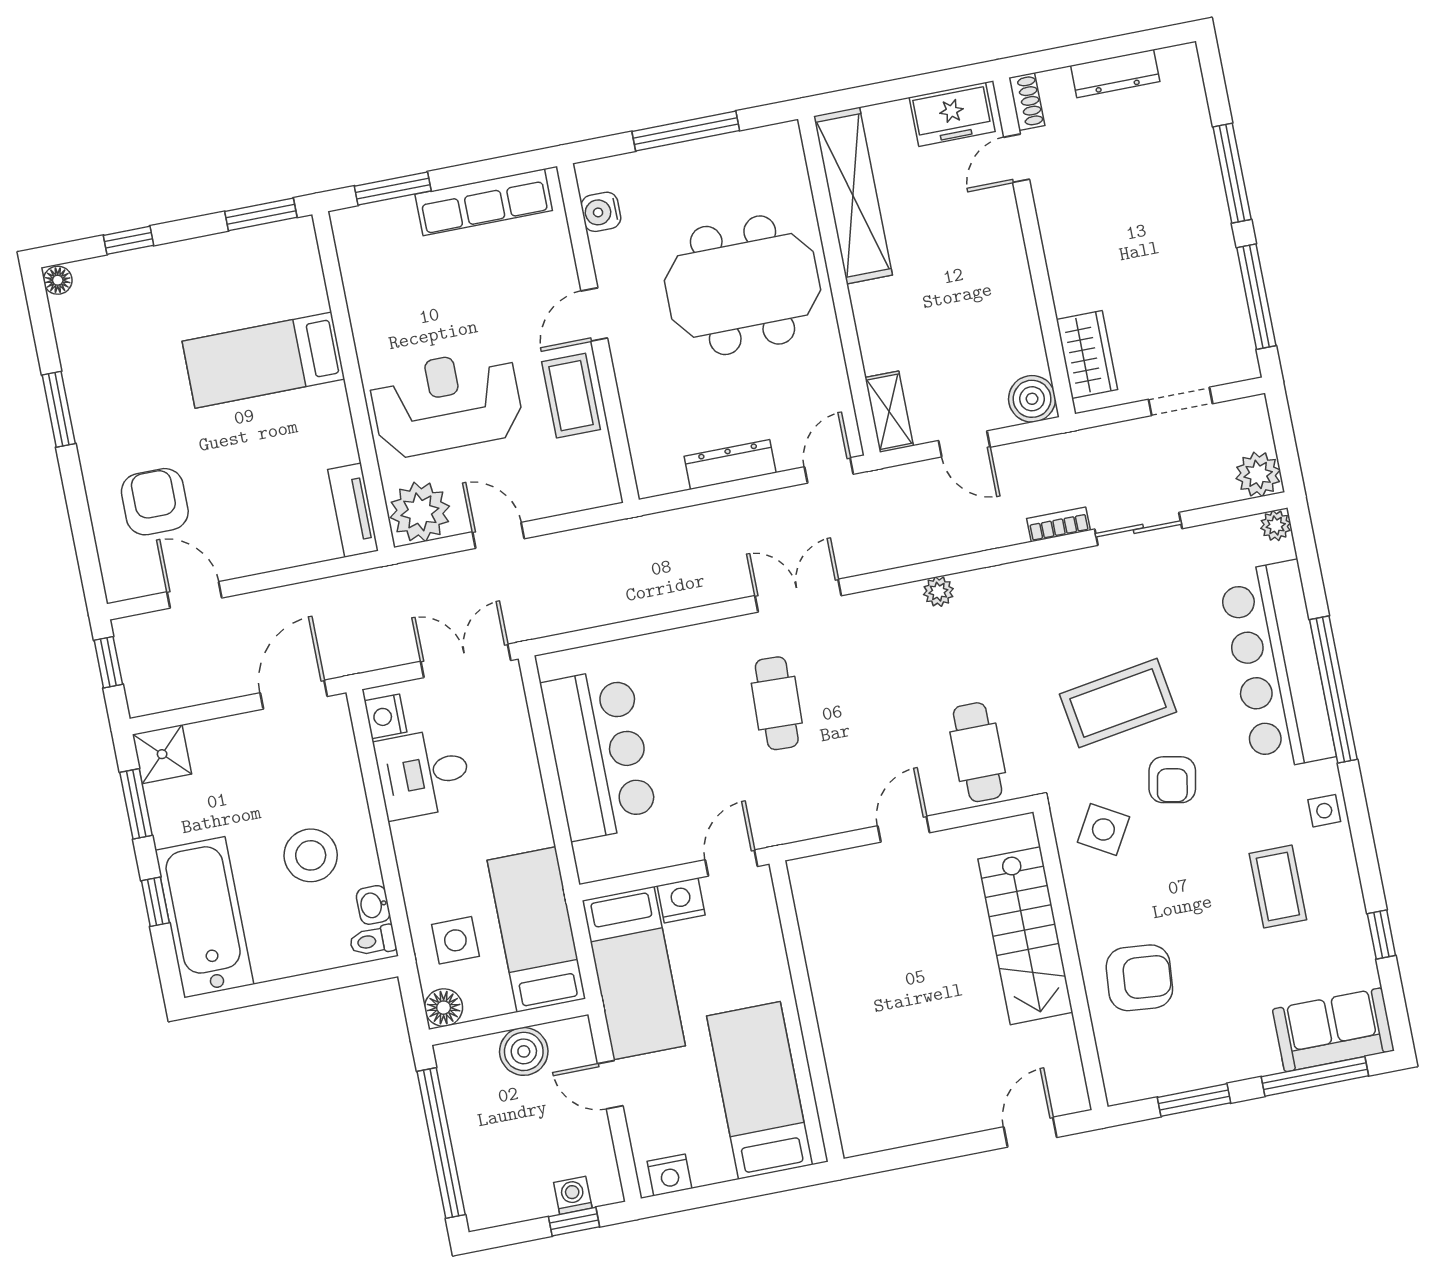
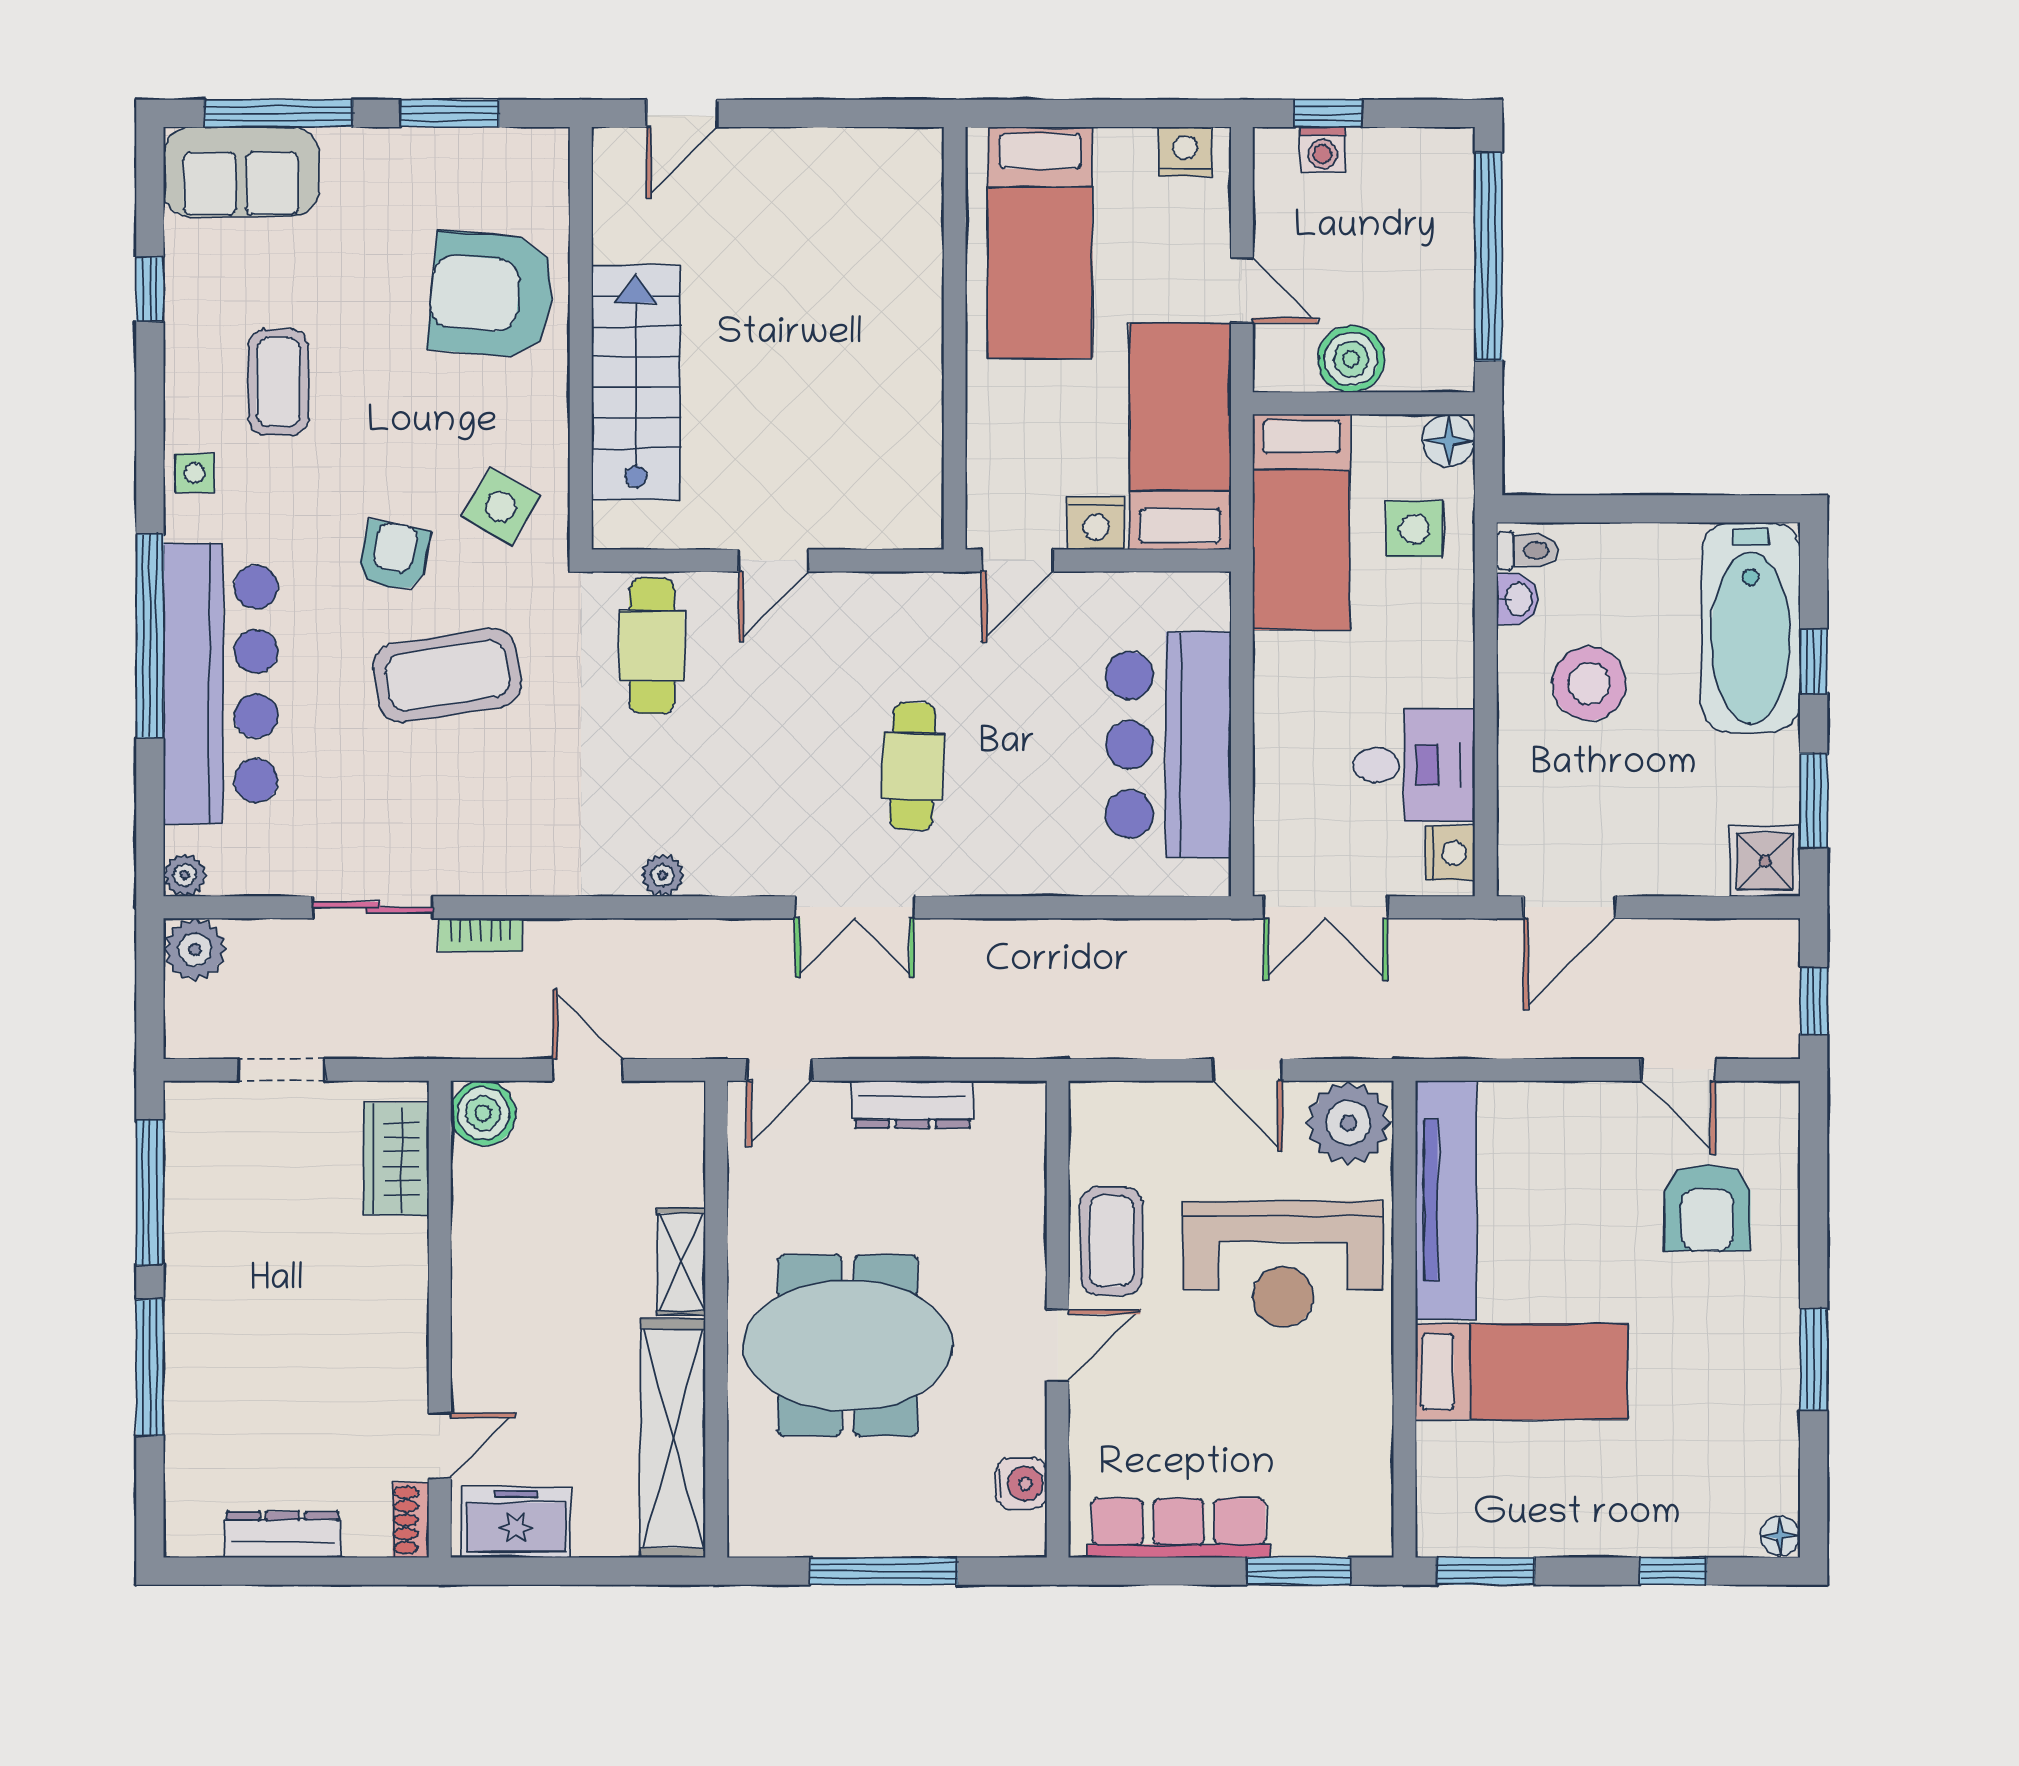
shelving: (889, 412) -> (681, 1262), moved
tv unit: (353, 510) -> (1446, 1200), width x1.92, depth x1.29
armchair: (1139, 978) -> (492, 295), width x1.36, depth x1.36

